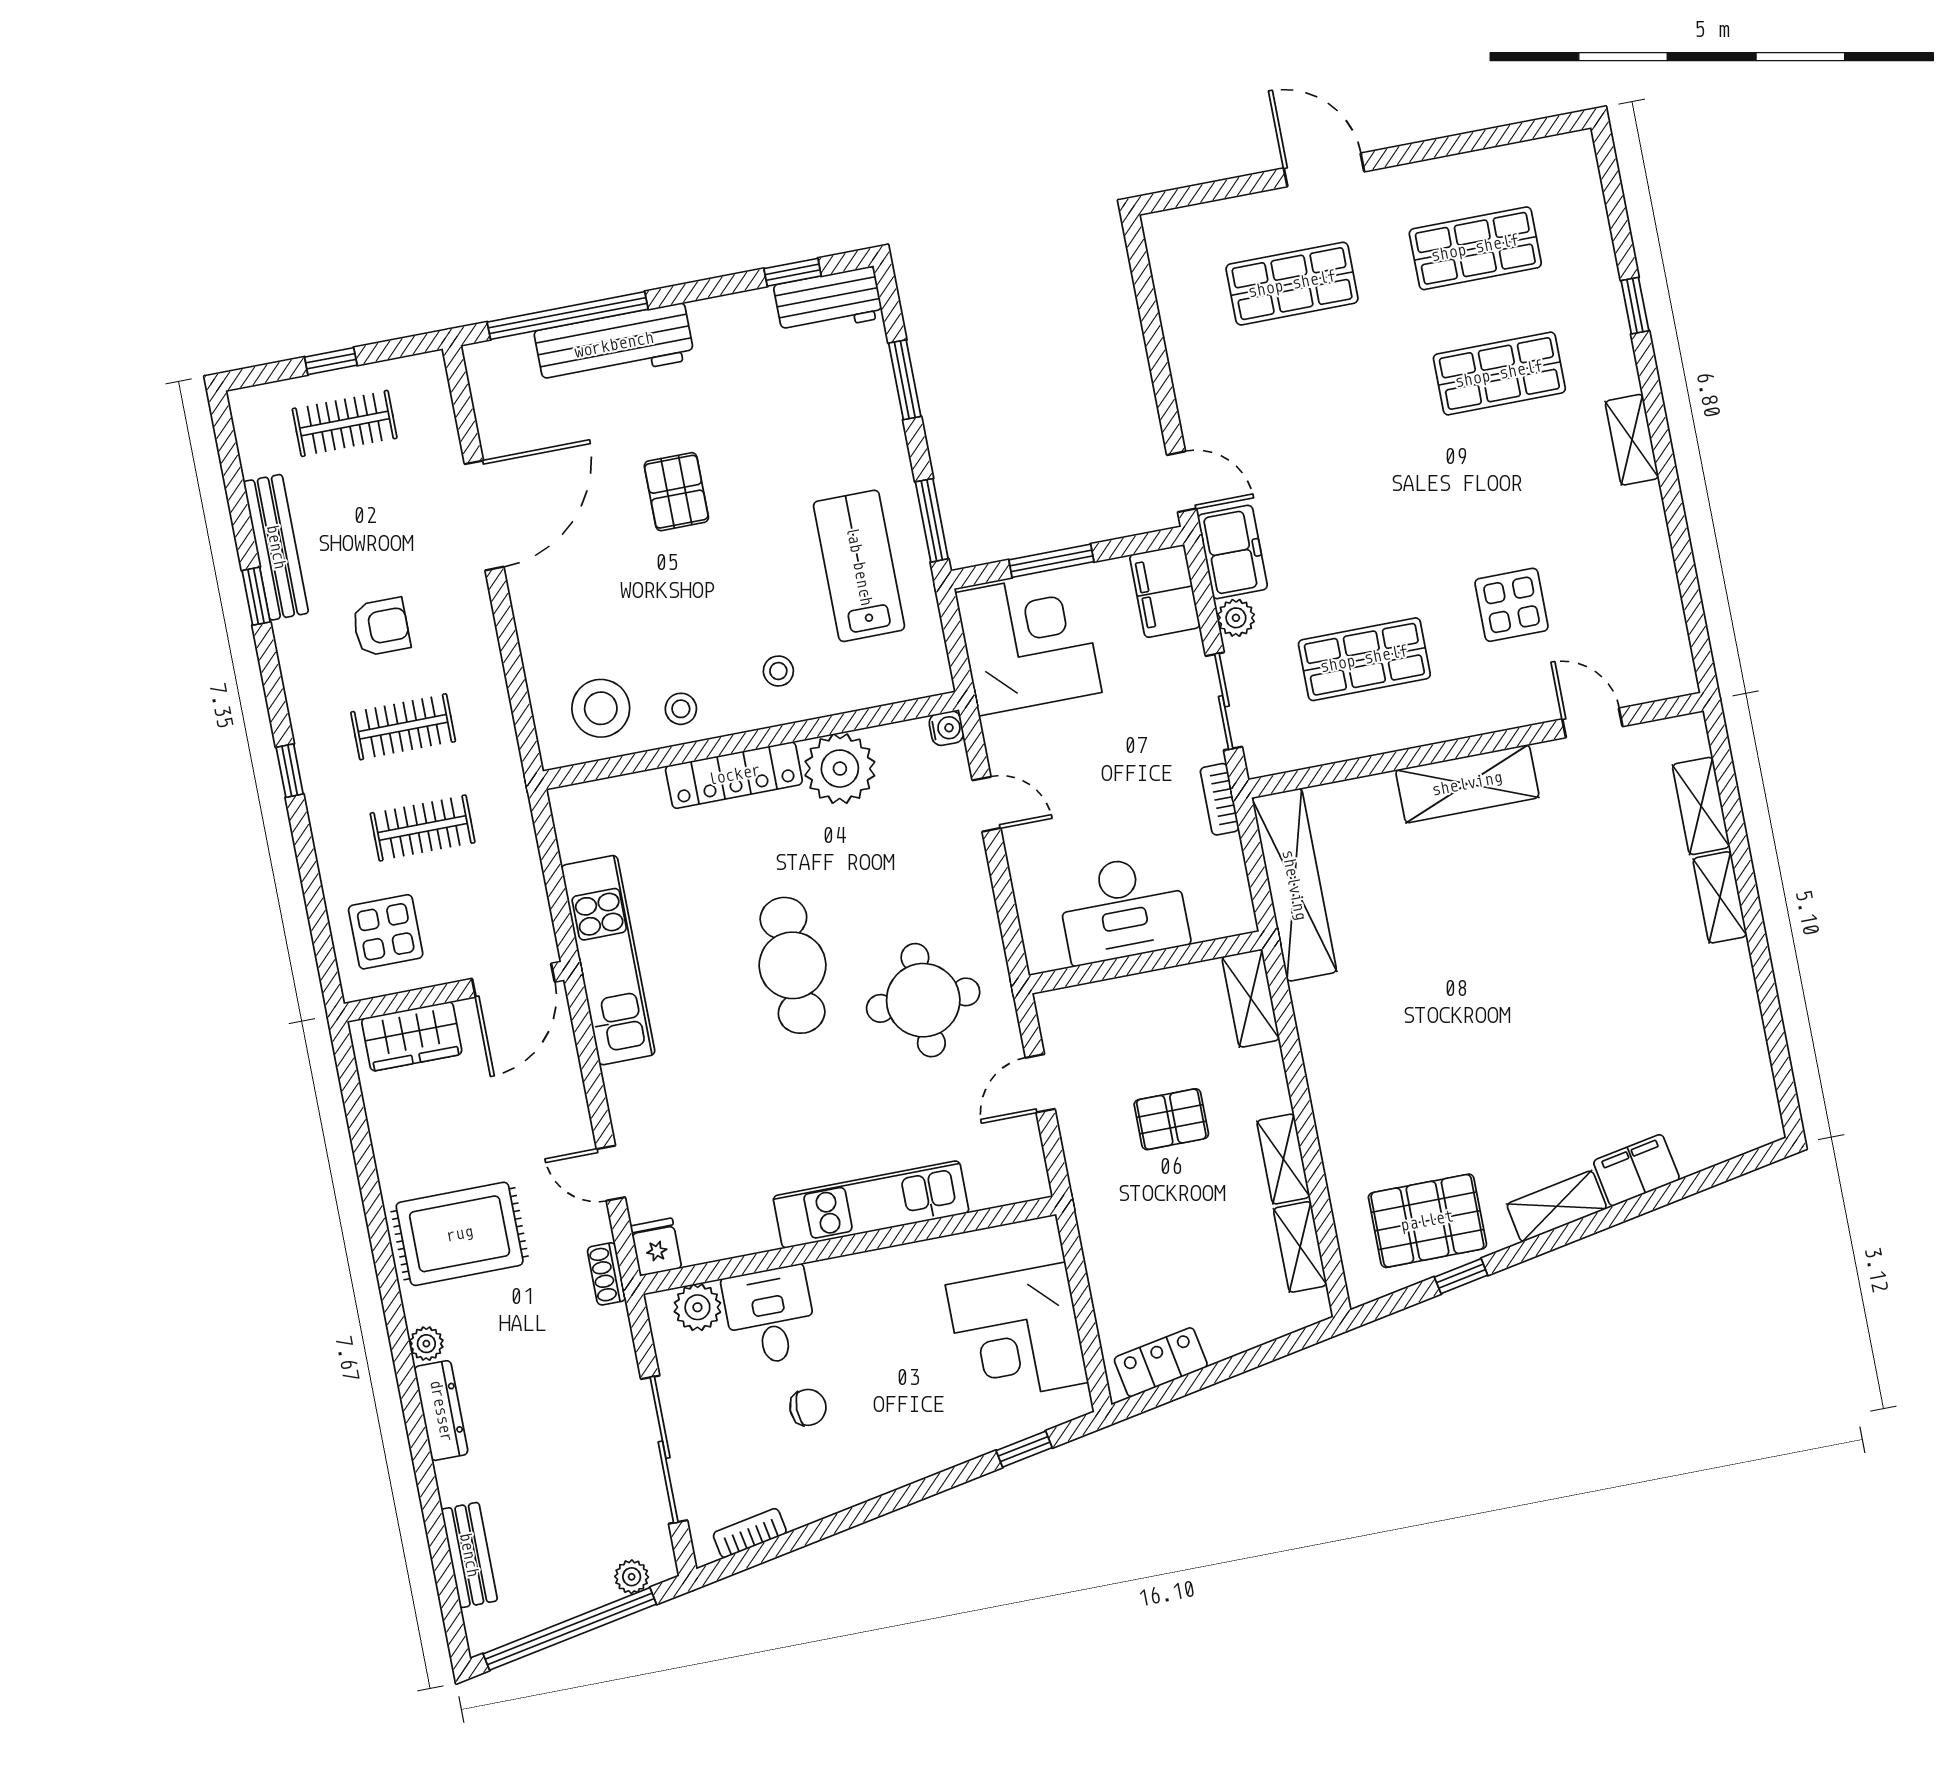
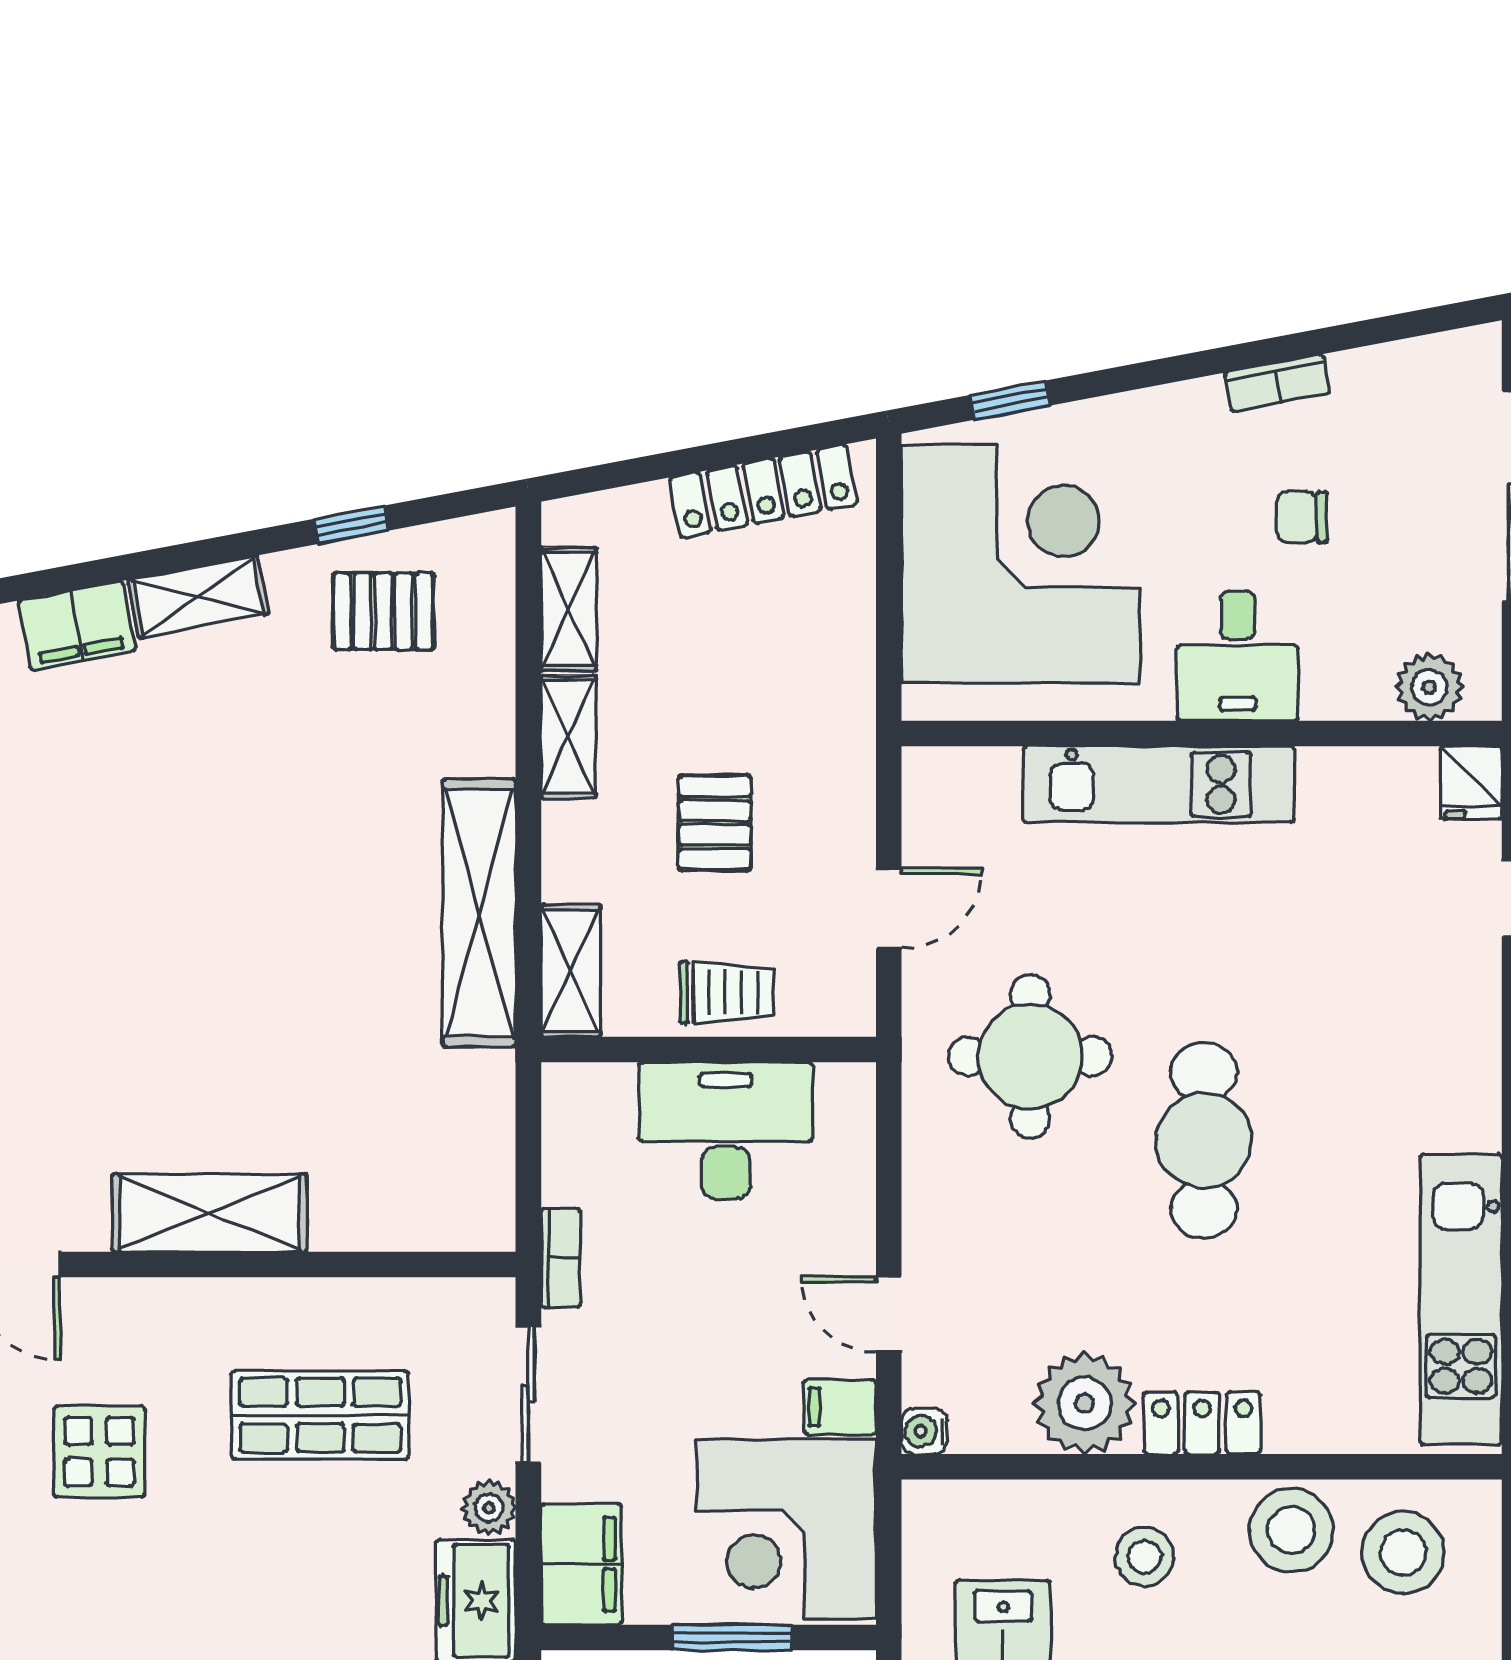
stool: (778, 671) -> (1144, 1557), width x1.37, depth x1.37
stool: (681, 709) -> (1291, 1530), width x1.89, depth x1.89
filing cabinet: (1008, 734) -> (840, 1407), added
locker: (734, 775) -> (1202, 1423), width x0.66
shelving: (1294, 885) -> (479, 913), moved
kitchen unit: (608, 960) -> (1461, 1299), moved
trolley: (1140, 1004) -> (727, 992), added
pallet: (1171, 1119) -> (715, 823), turned 90
pallet: (1427, 1221) -> (383, 611), width x0.67, depth x0.71
desk: (770, 1316) -> (1238, 656), moved
corner desk: (1017, 1334) -> (1020, 564), width x1.36, depth x1.36
locker: (1161, 1362) -> (764, 491), width x1.53
bookcase: (750, 1533) -> (1277, 383), moved

